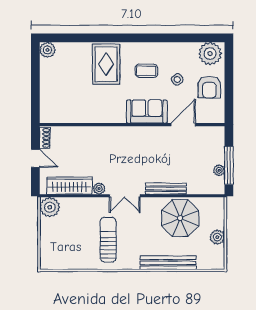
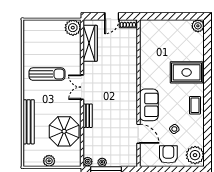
coffee table: (146, 71) -> (195, 105), moved
armchair: (209, 87) -> (168, 154), turned 90
plant: (99, 189) -> (88, 162), moved
bench: (166, 189) -> (88, 116), width x0.73

